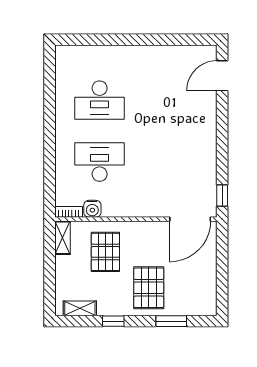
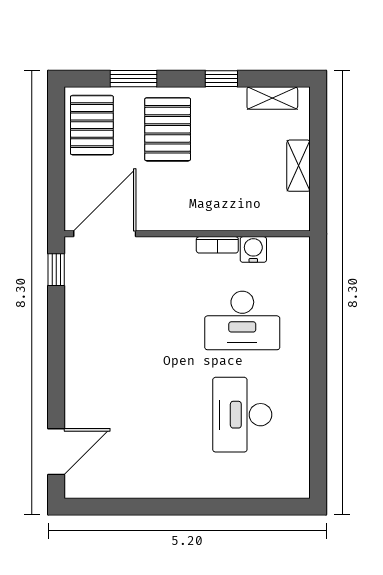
desk: (100, 100) -> (242, 415), turned -90
bookcase: (69, 212) -> (217, 245), moved
shelving: (63, 238) -> (299, 166), moved
pallet: (105, 252) -> (92, 125), moved

